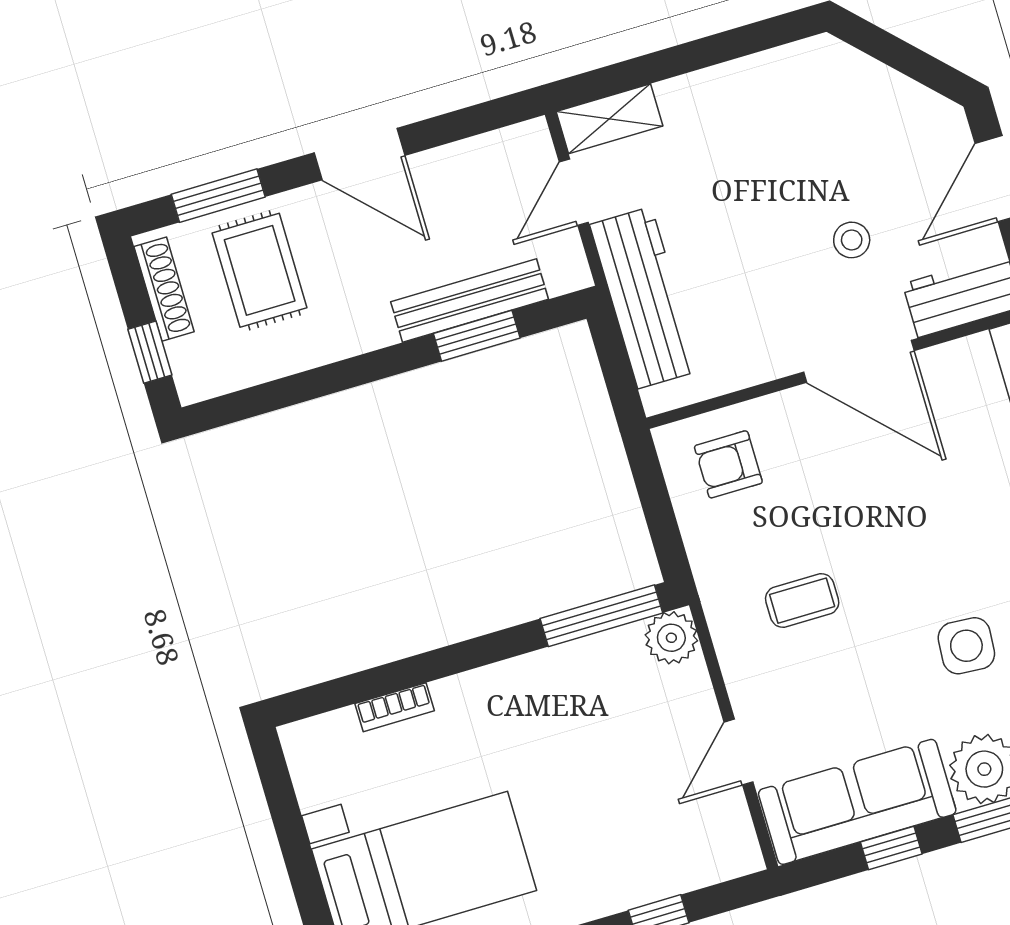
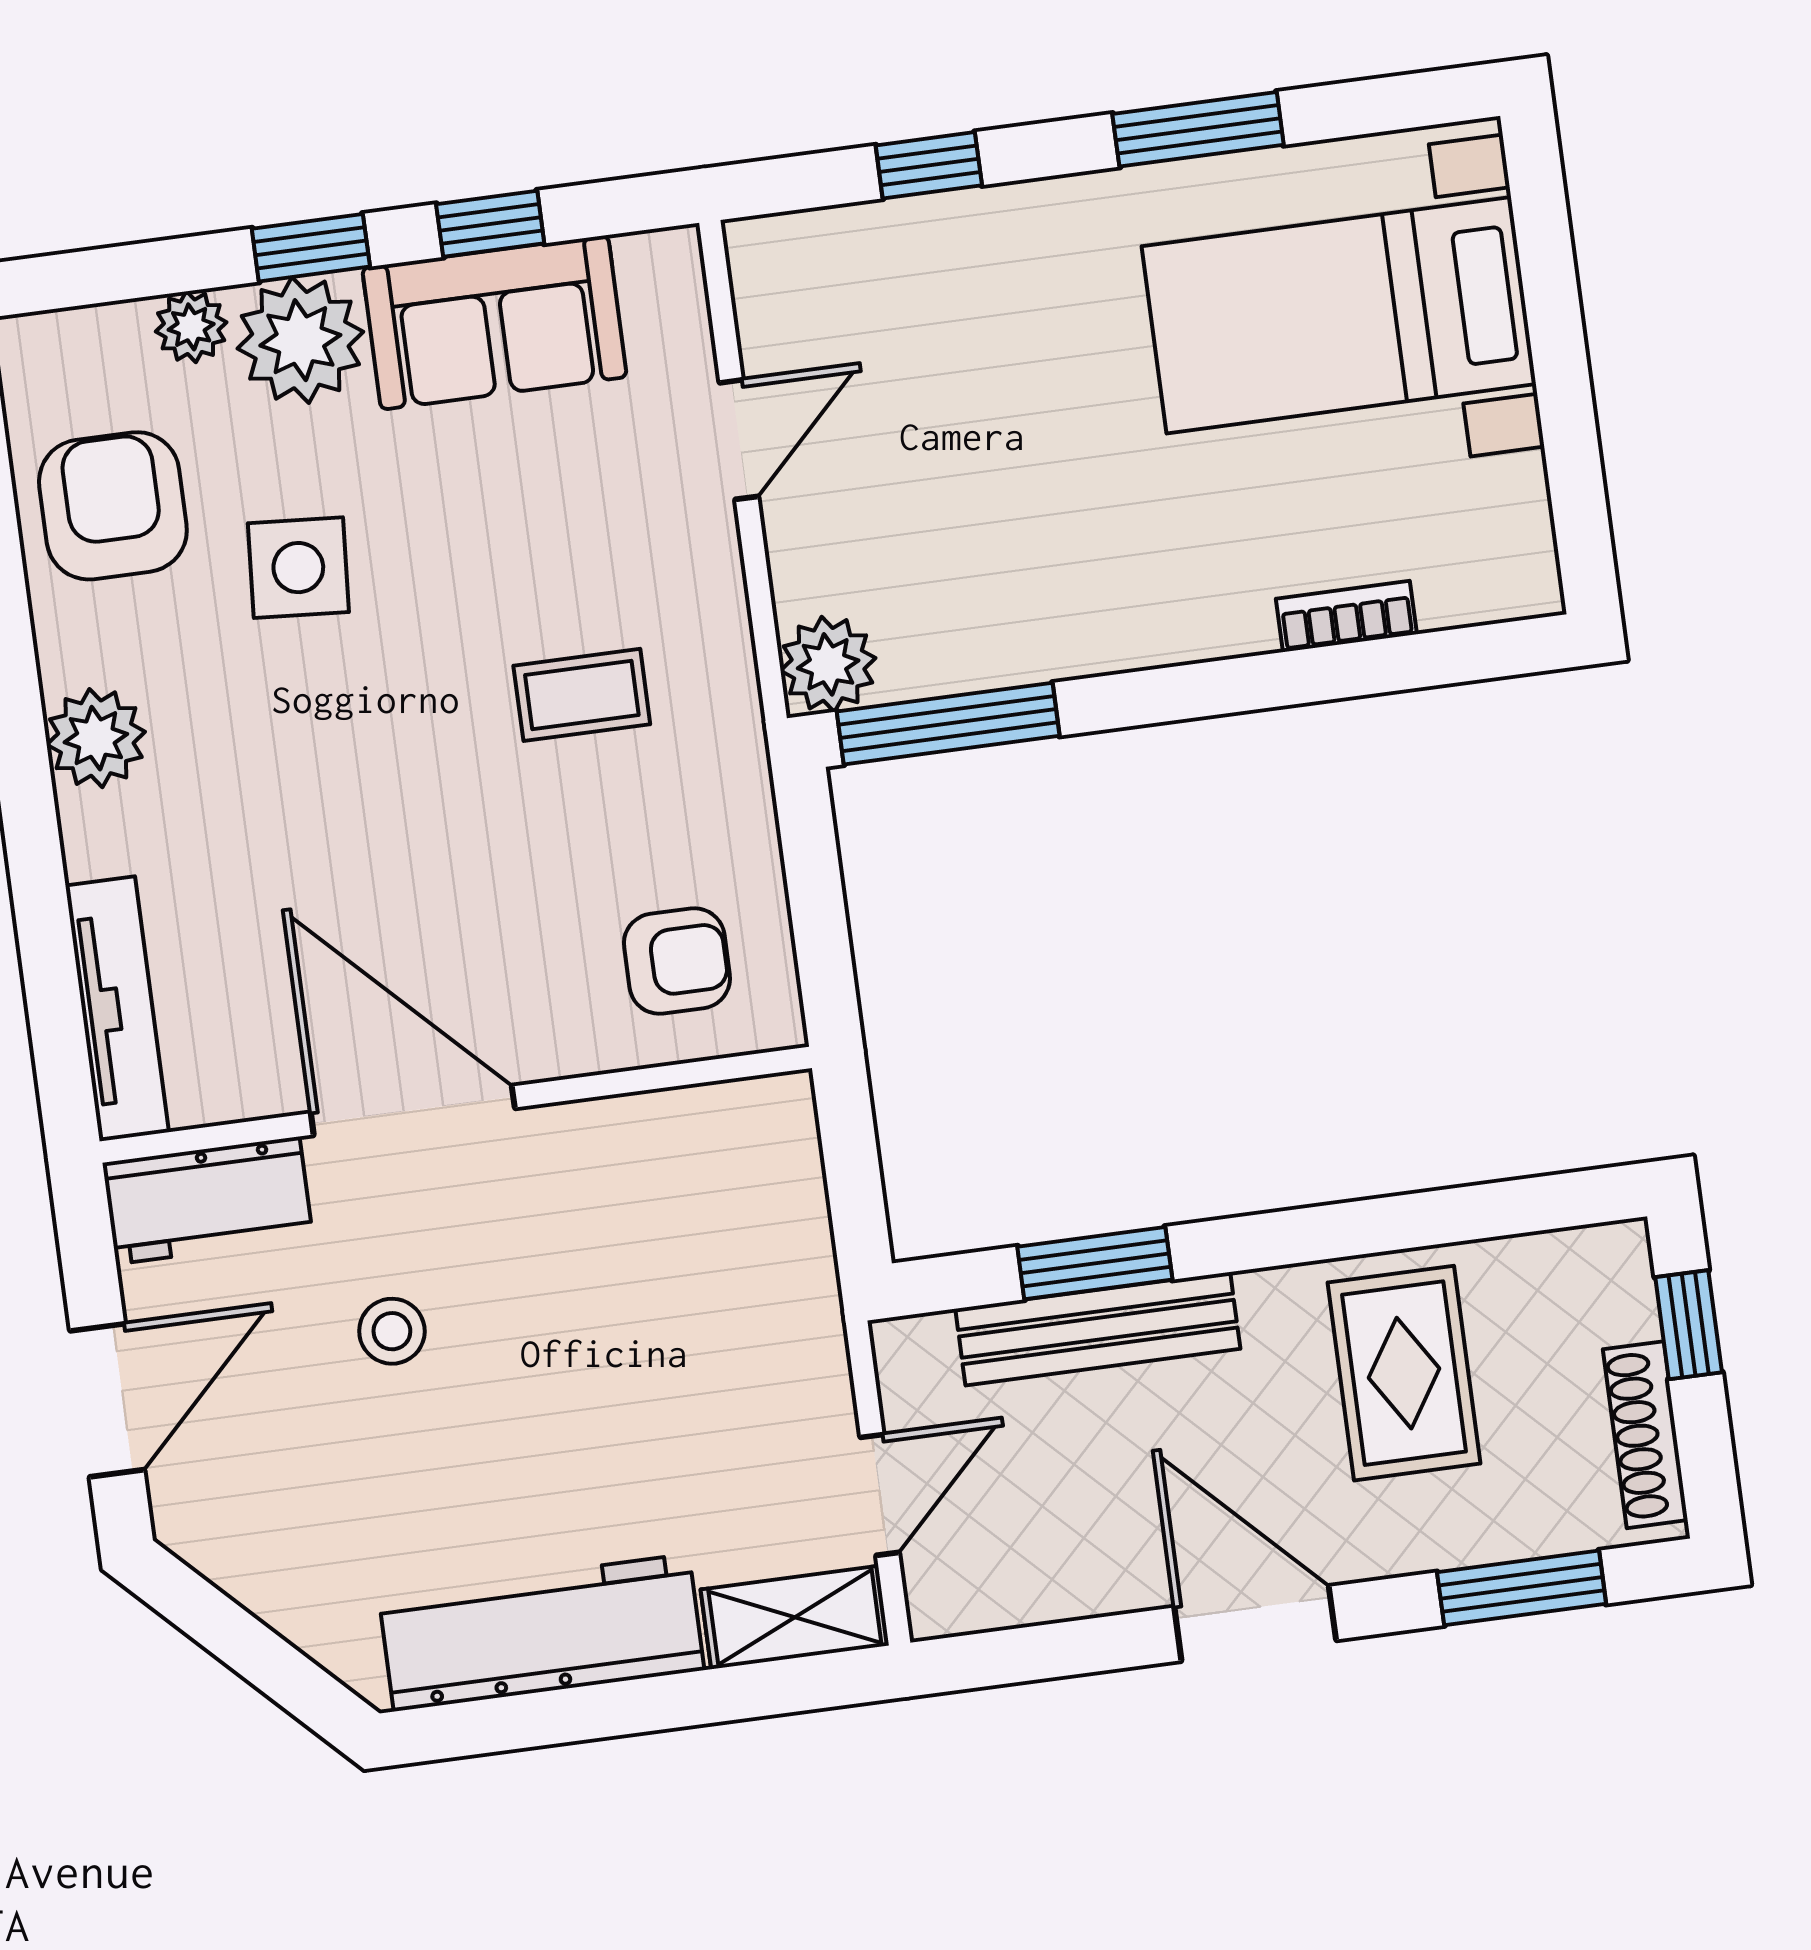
rug: (260, 270) -> (1404, 1373), moved
workbench: (644, 298) -> (541, 1633), moved, turned 90
sofa: (857, 802) -> (494, 322), width x0.73

